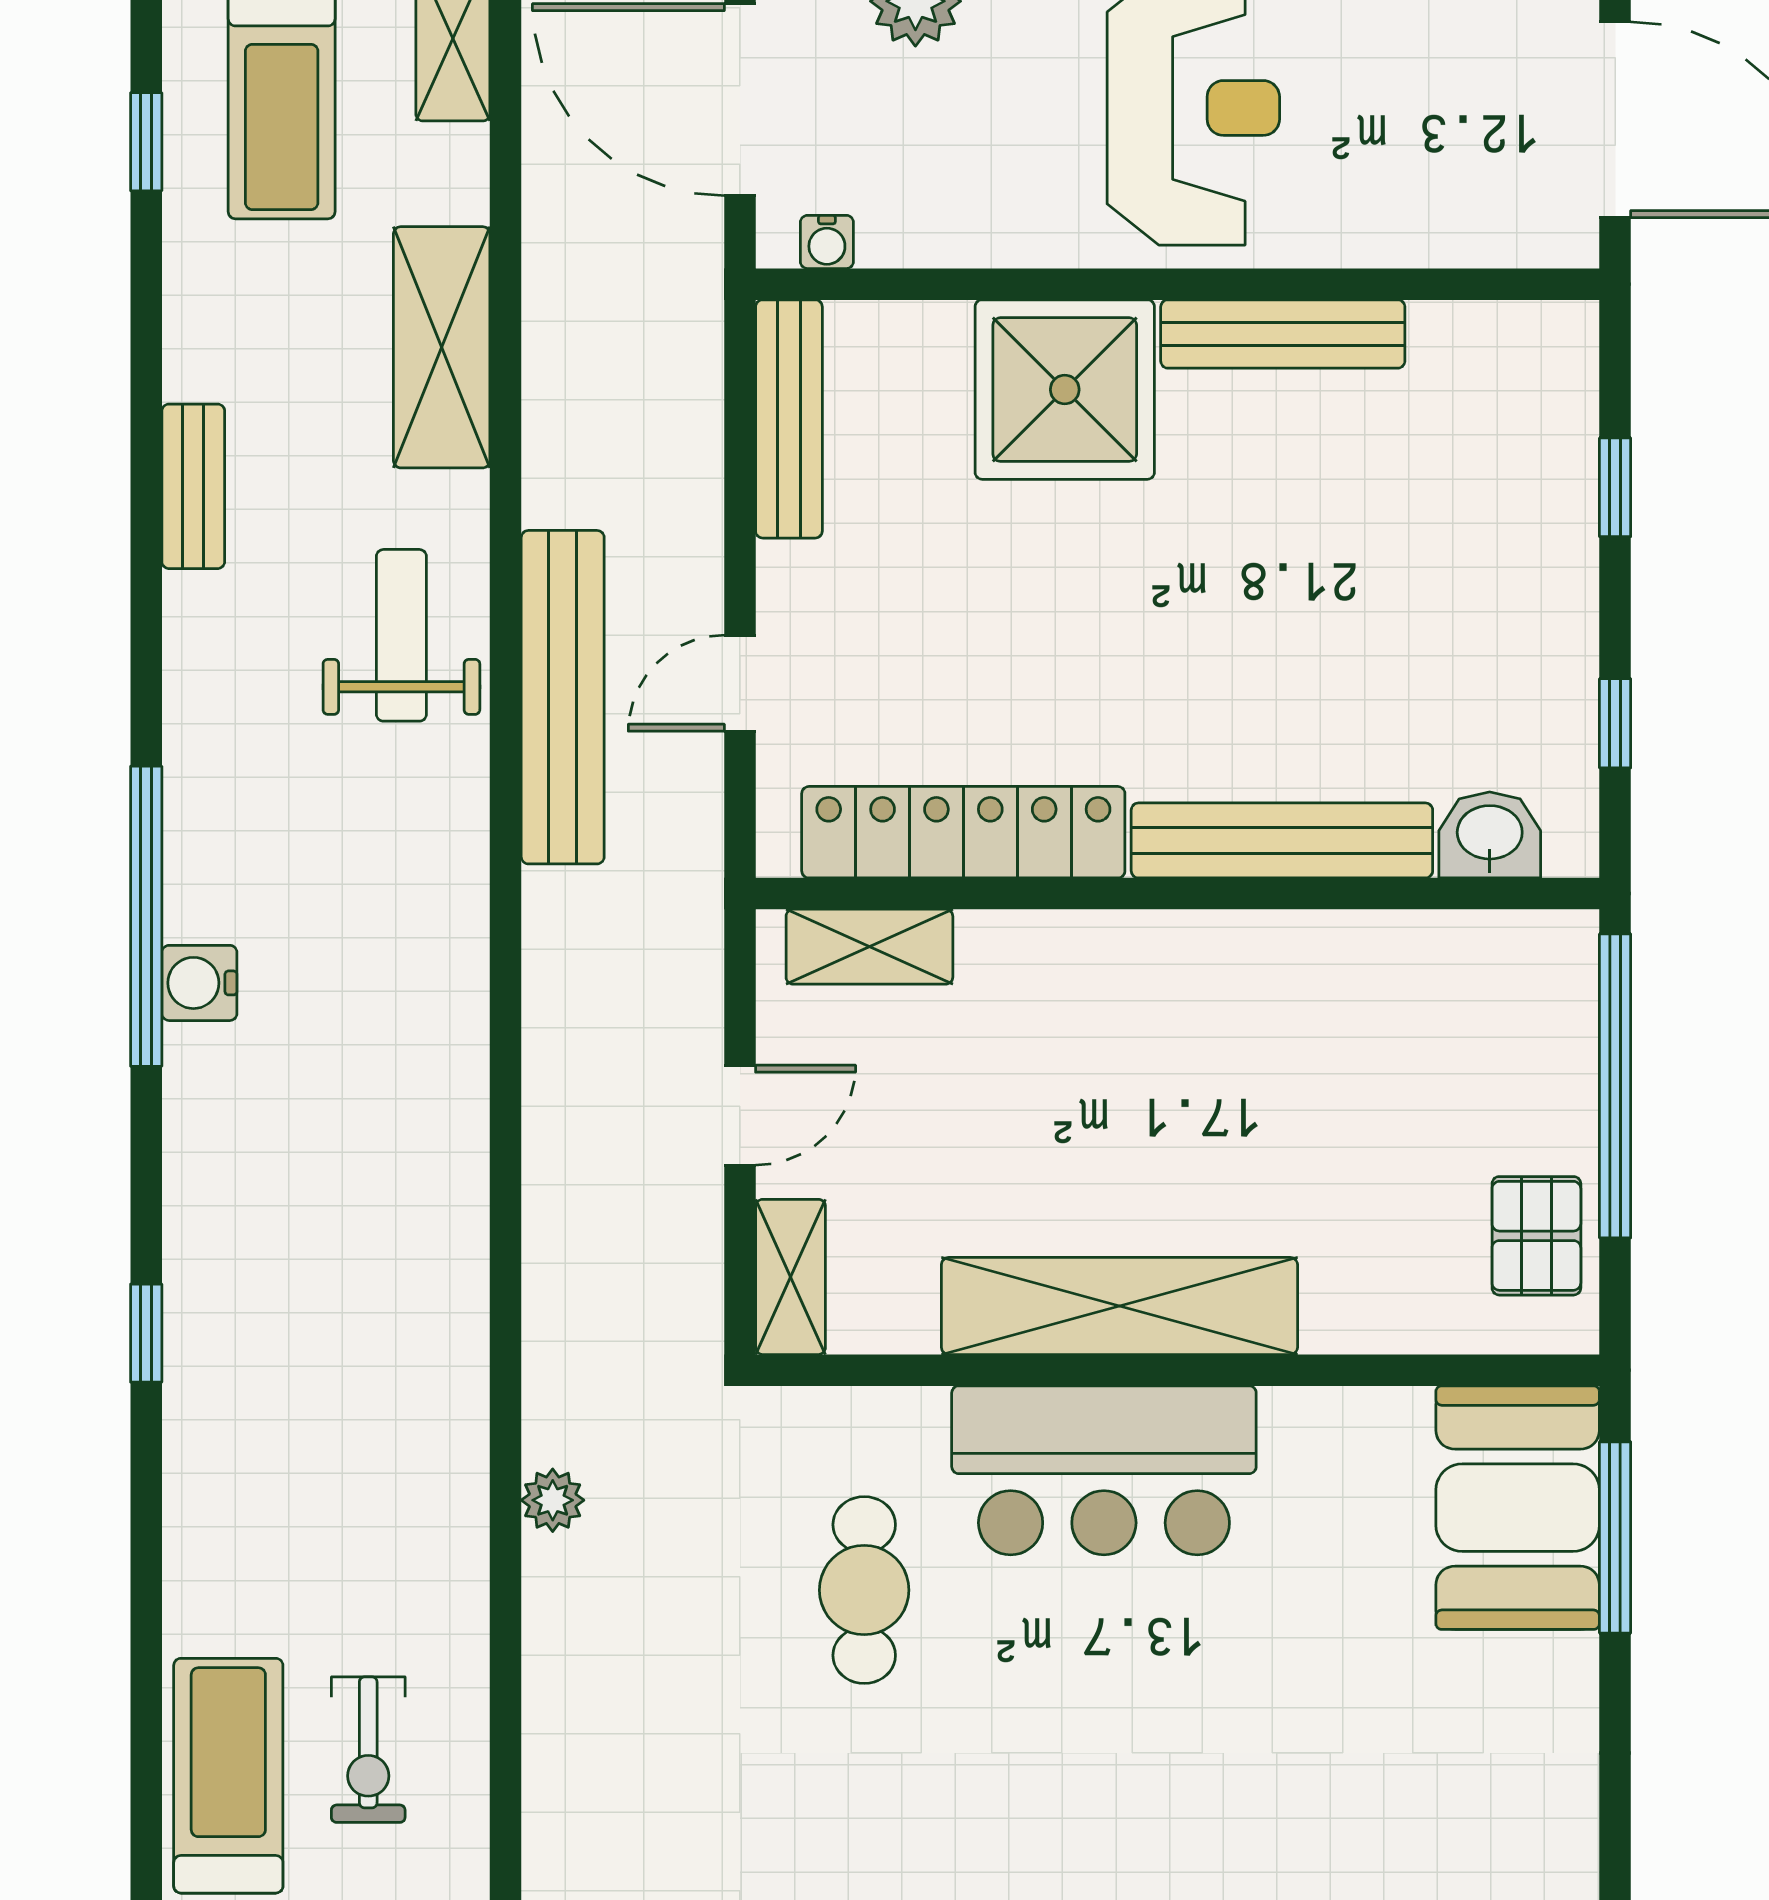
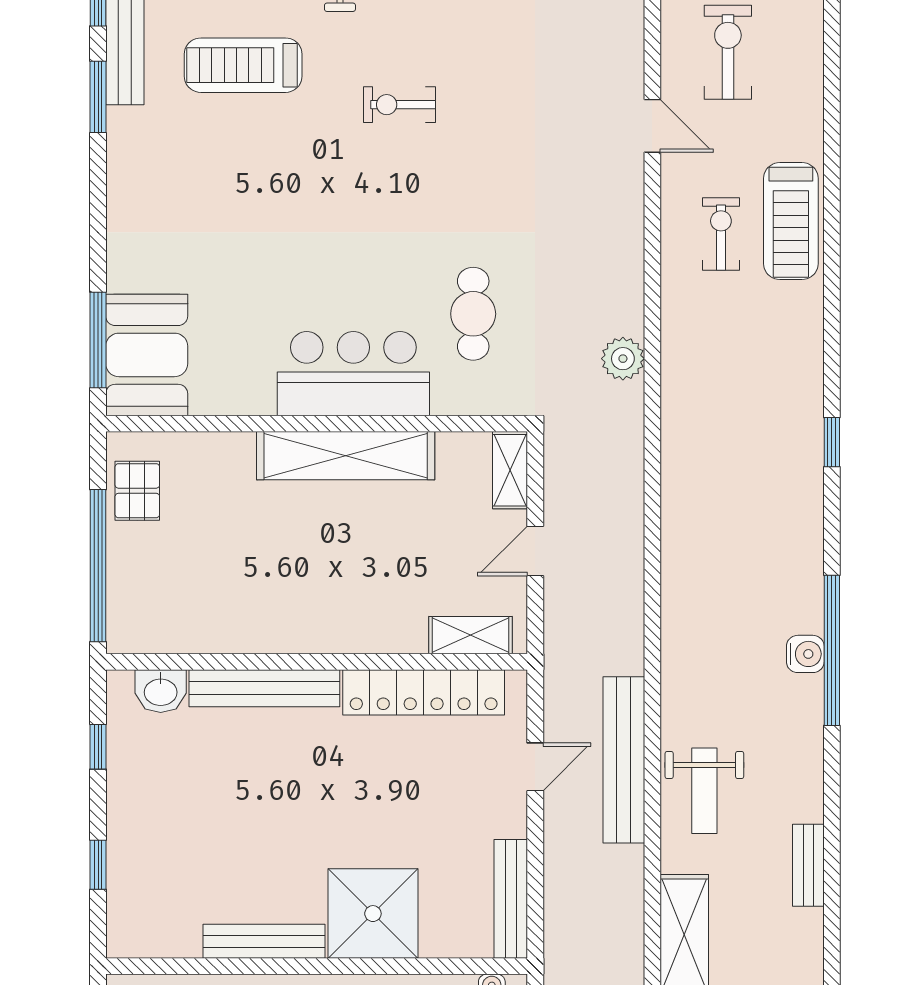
water cooler: (199, 983) -> (805, 654), moved
plant: (553, 1500) -> (623, 359), width x1.38, depth x1.38

